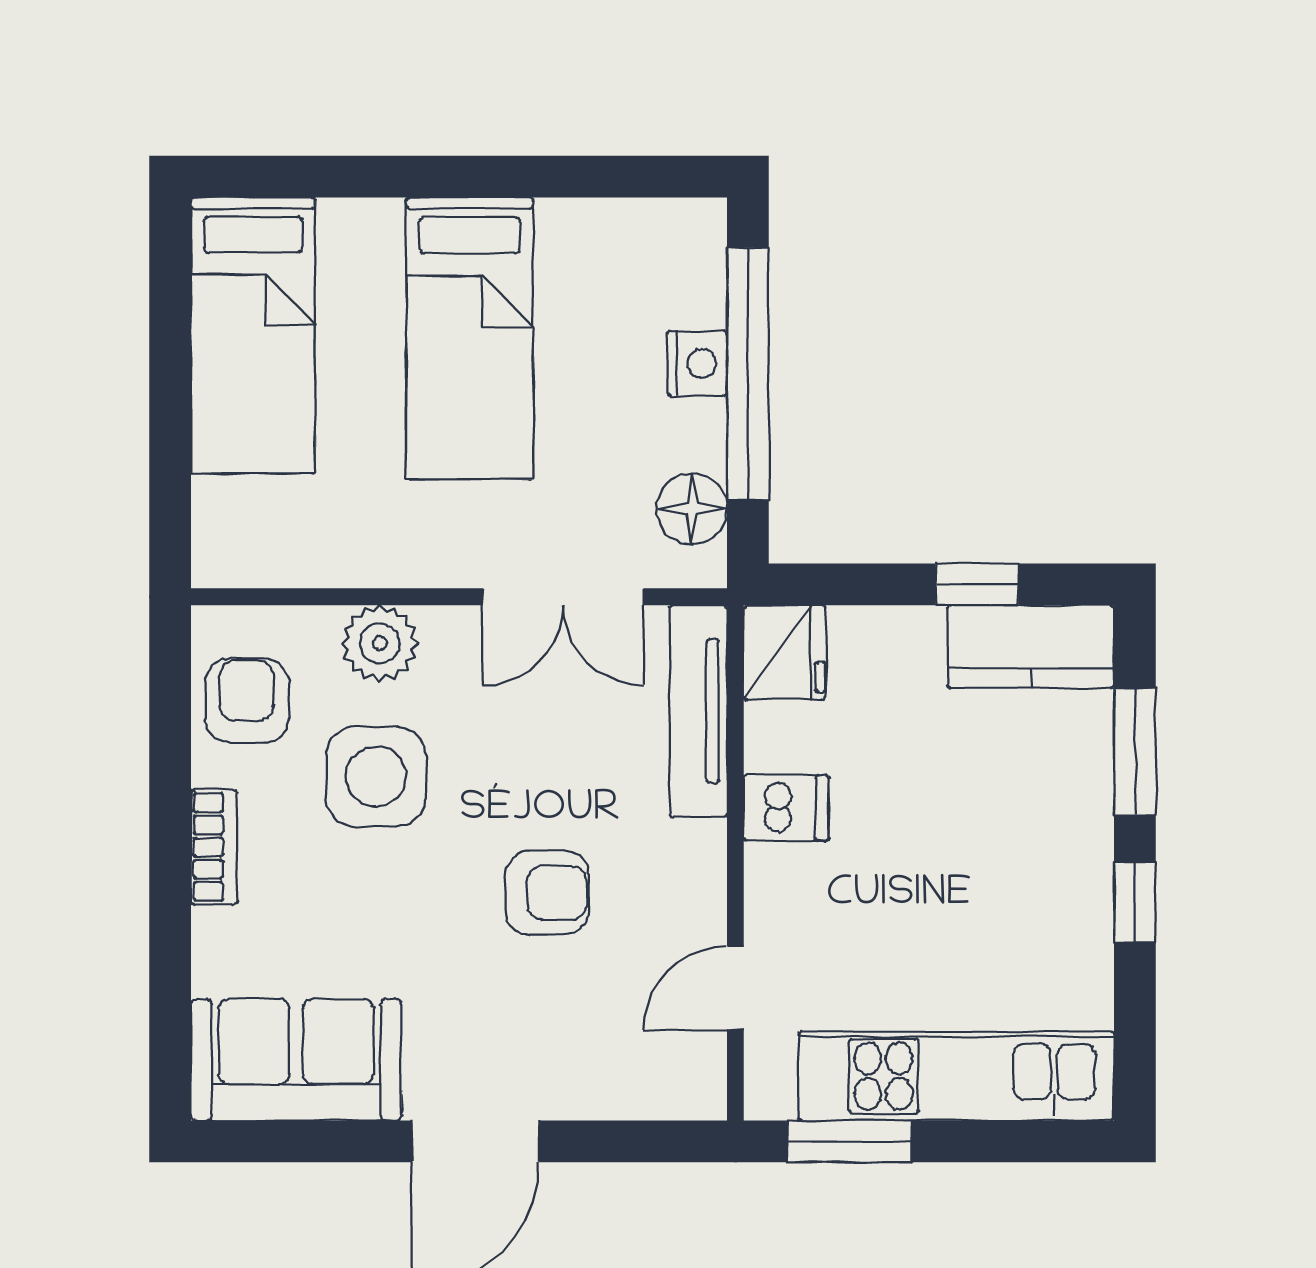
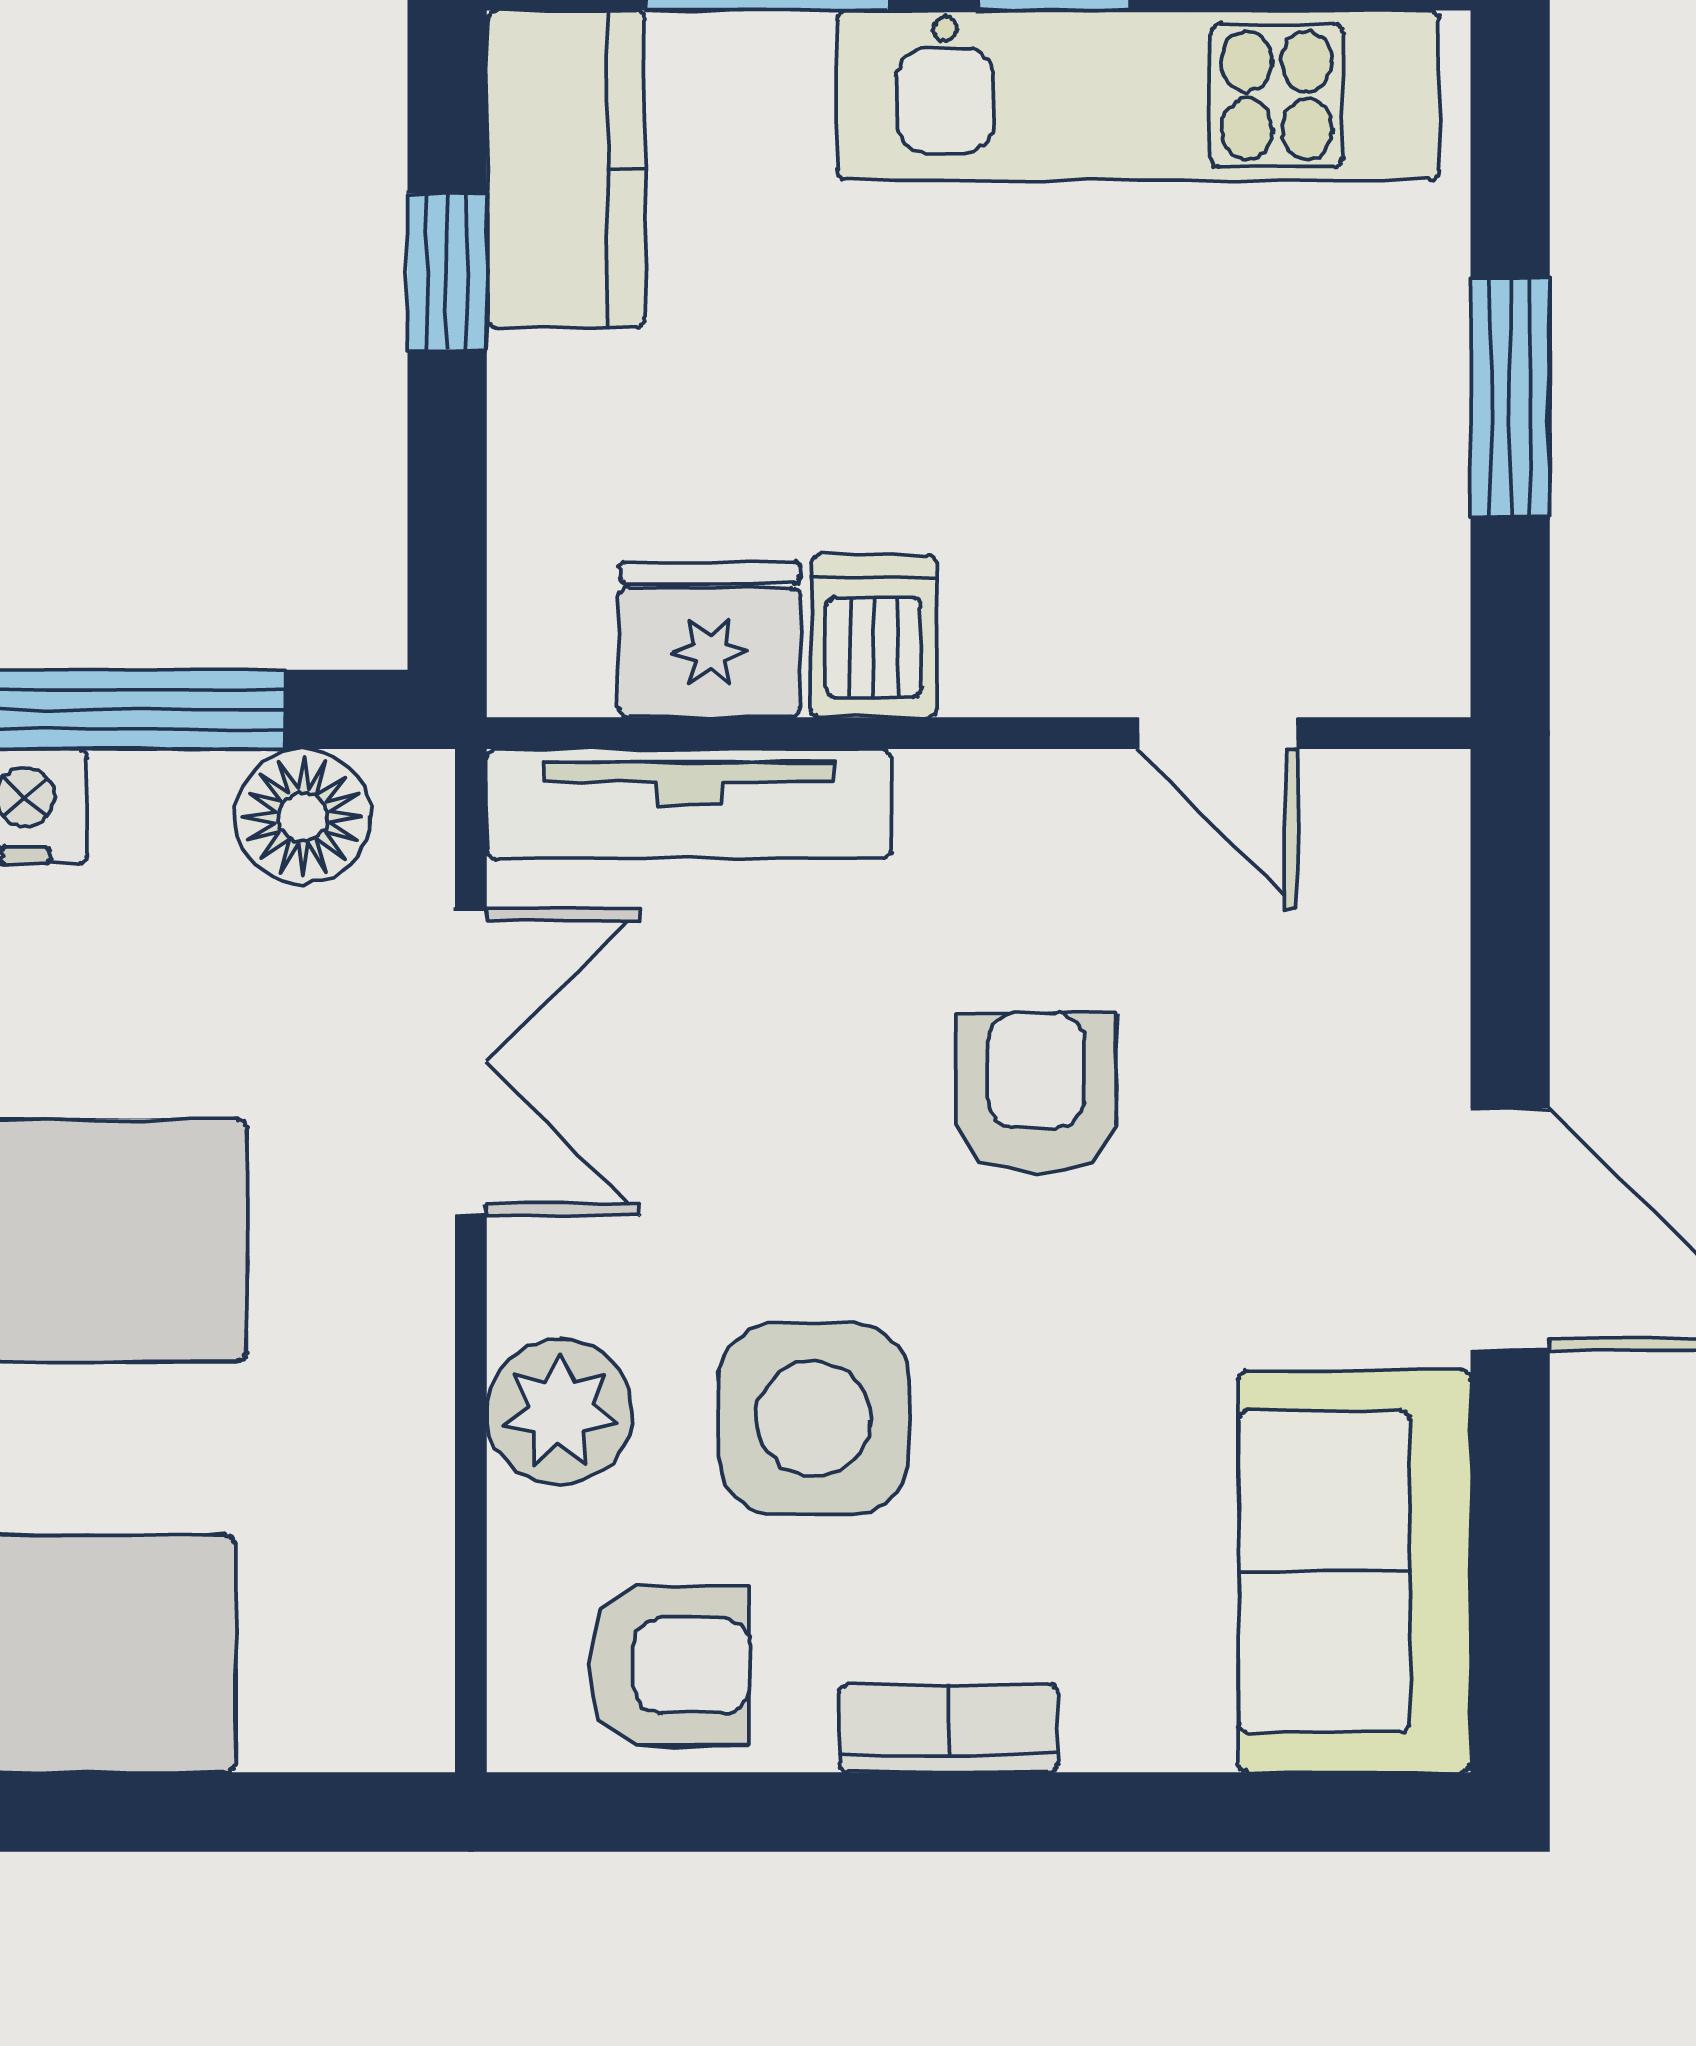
fridge: (784, 652) -> (710, 639), moved
armchair: (247, 701) -> (669, 1666), turned 180
kitchen unit: (956, 1076) -> (1138, 95), moved, turned -90
window: (849, 1141) -> (1510, 398), moved

